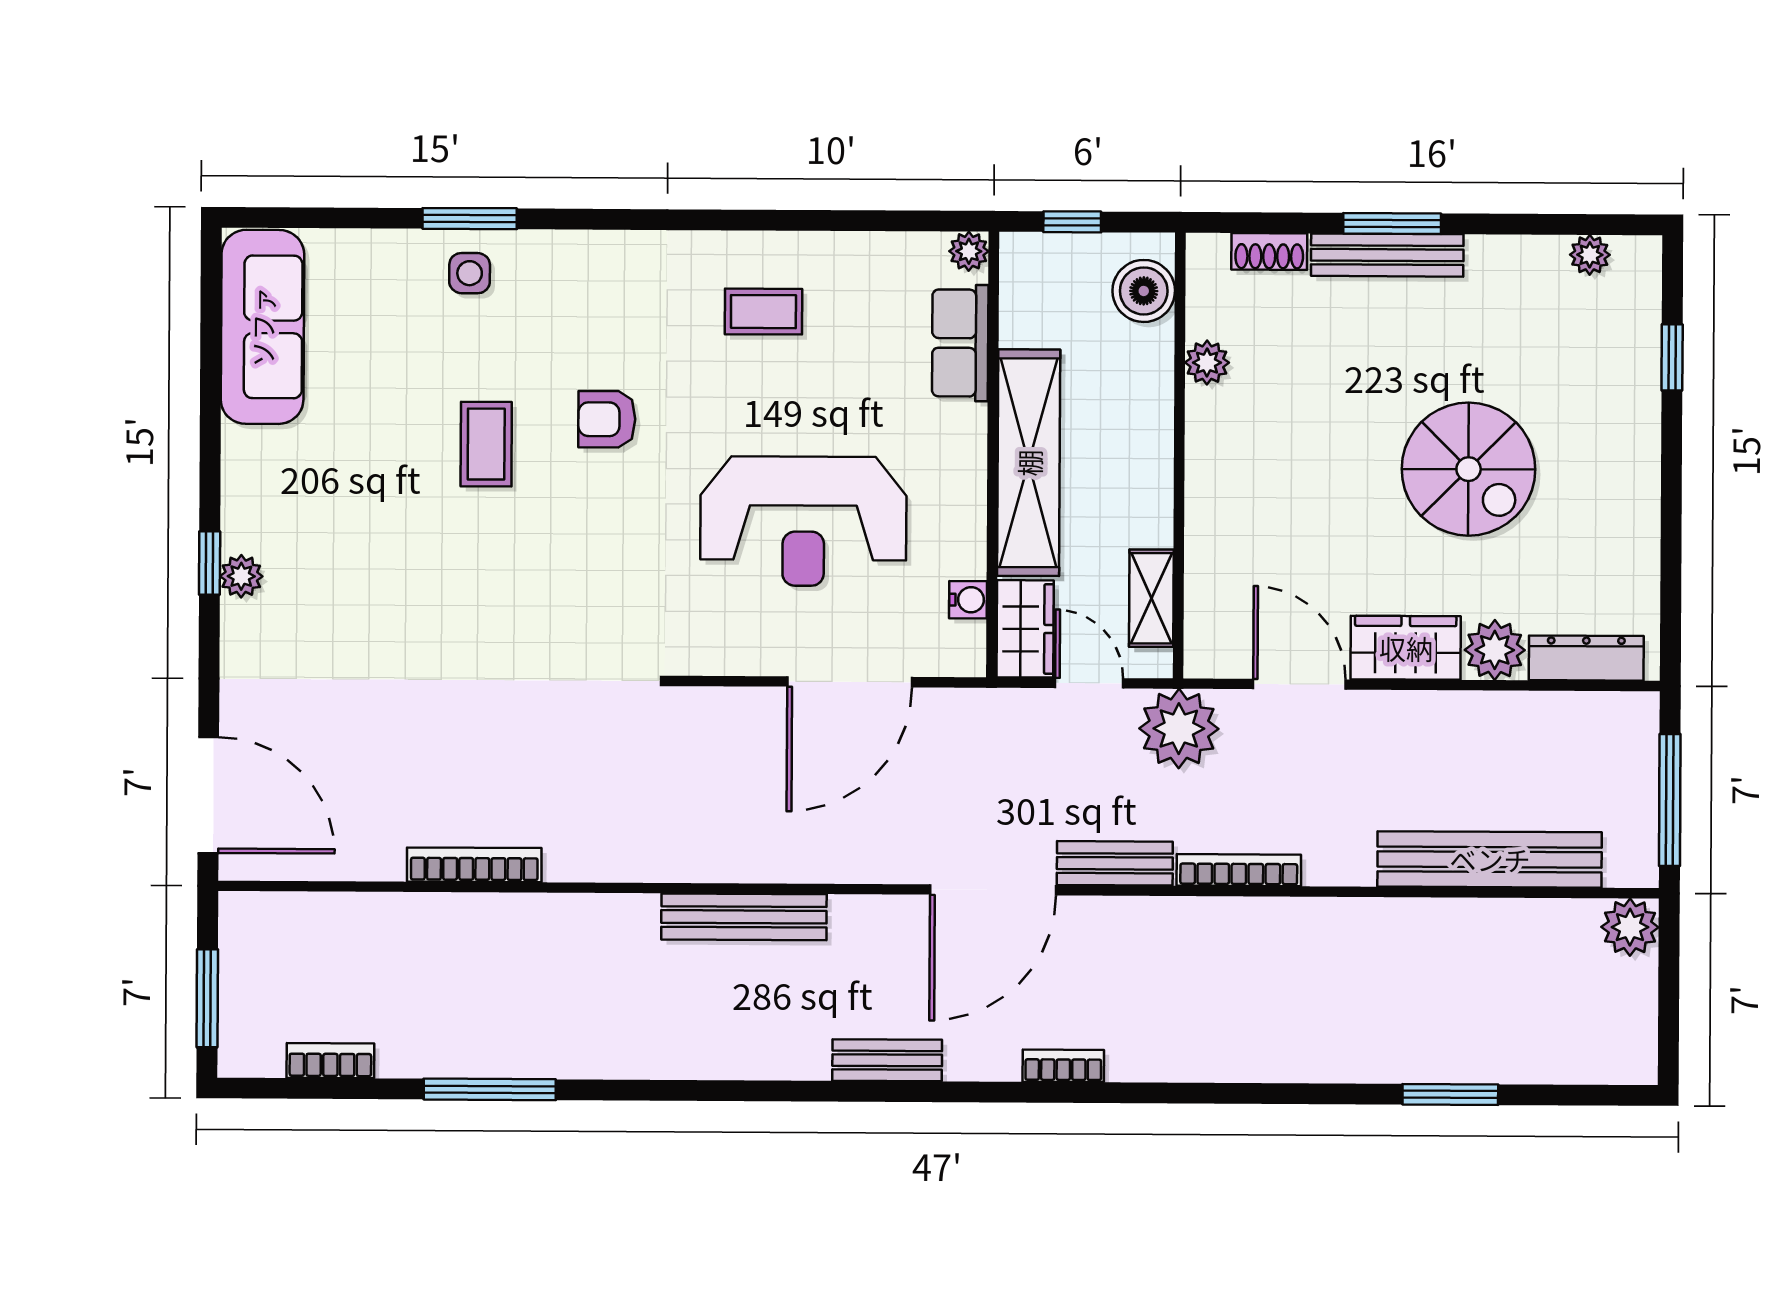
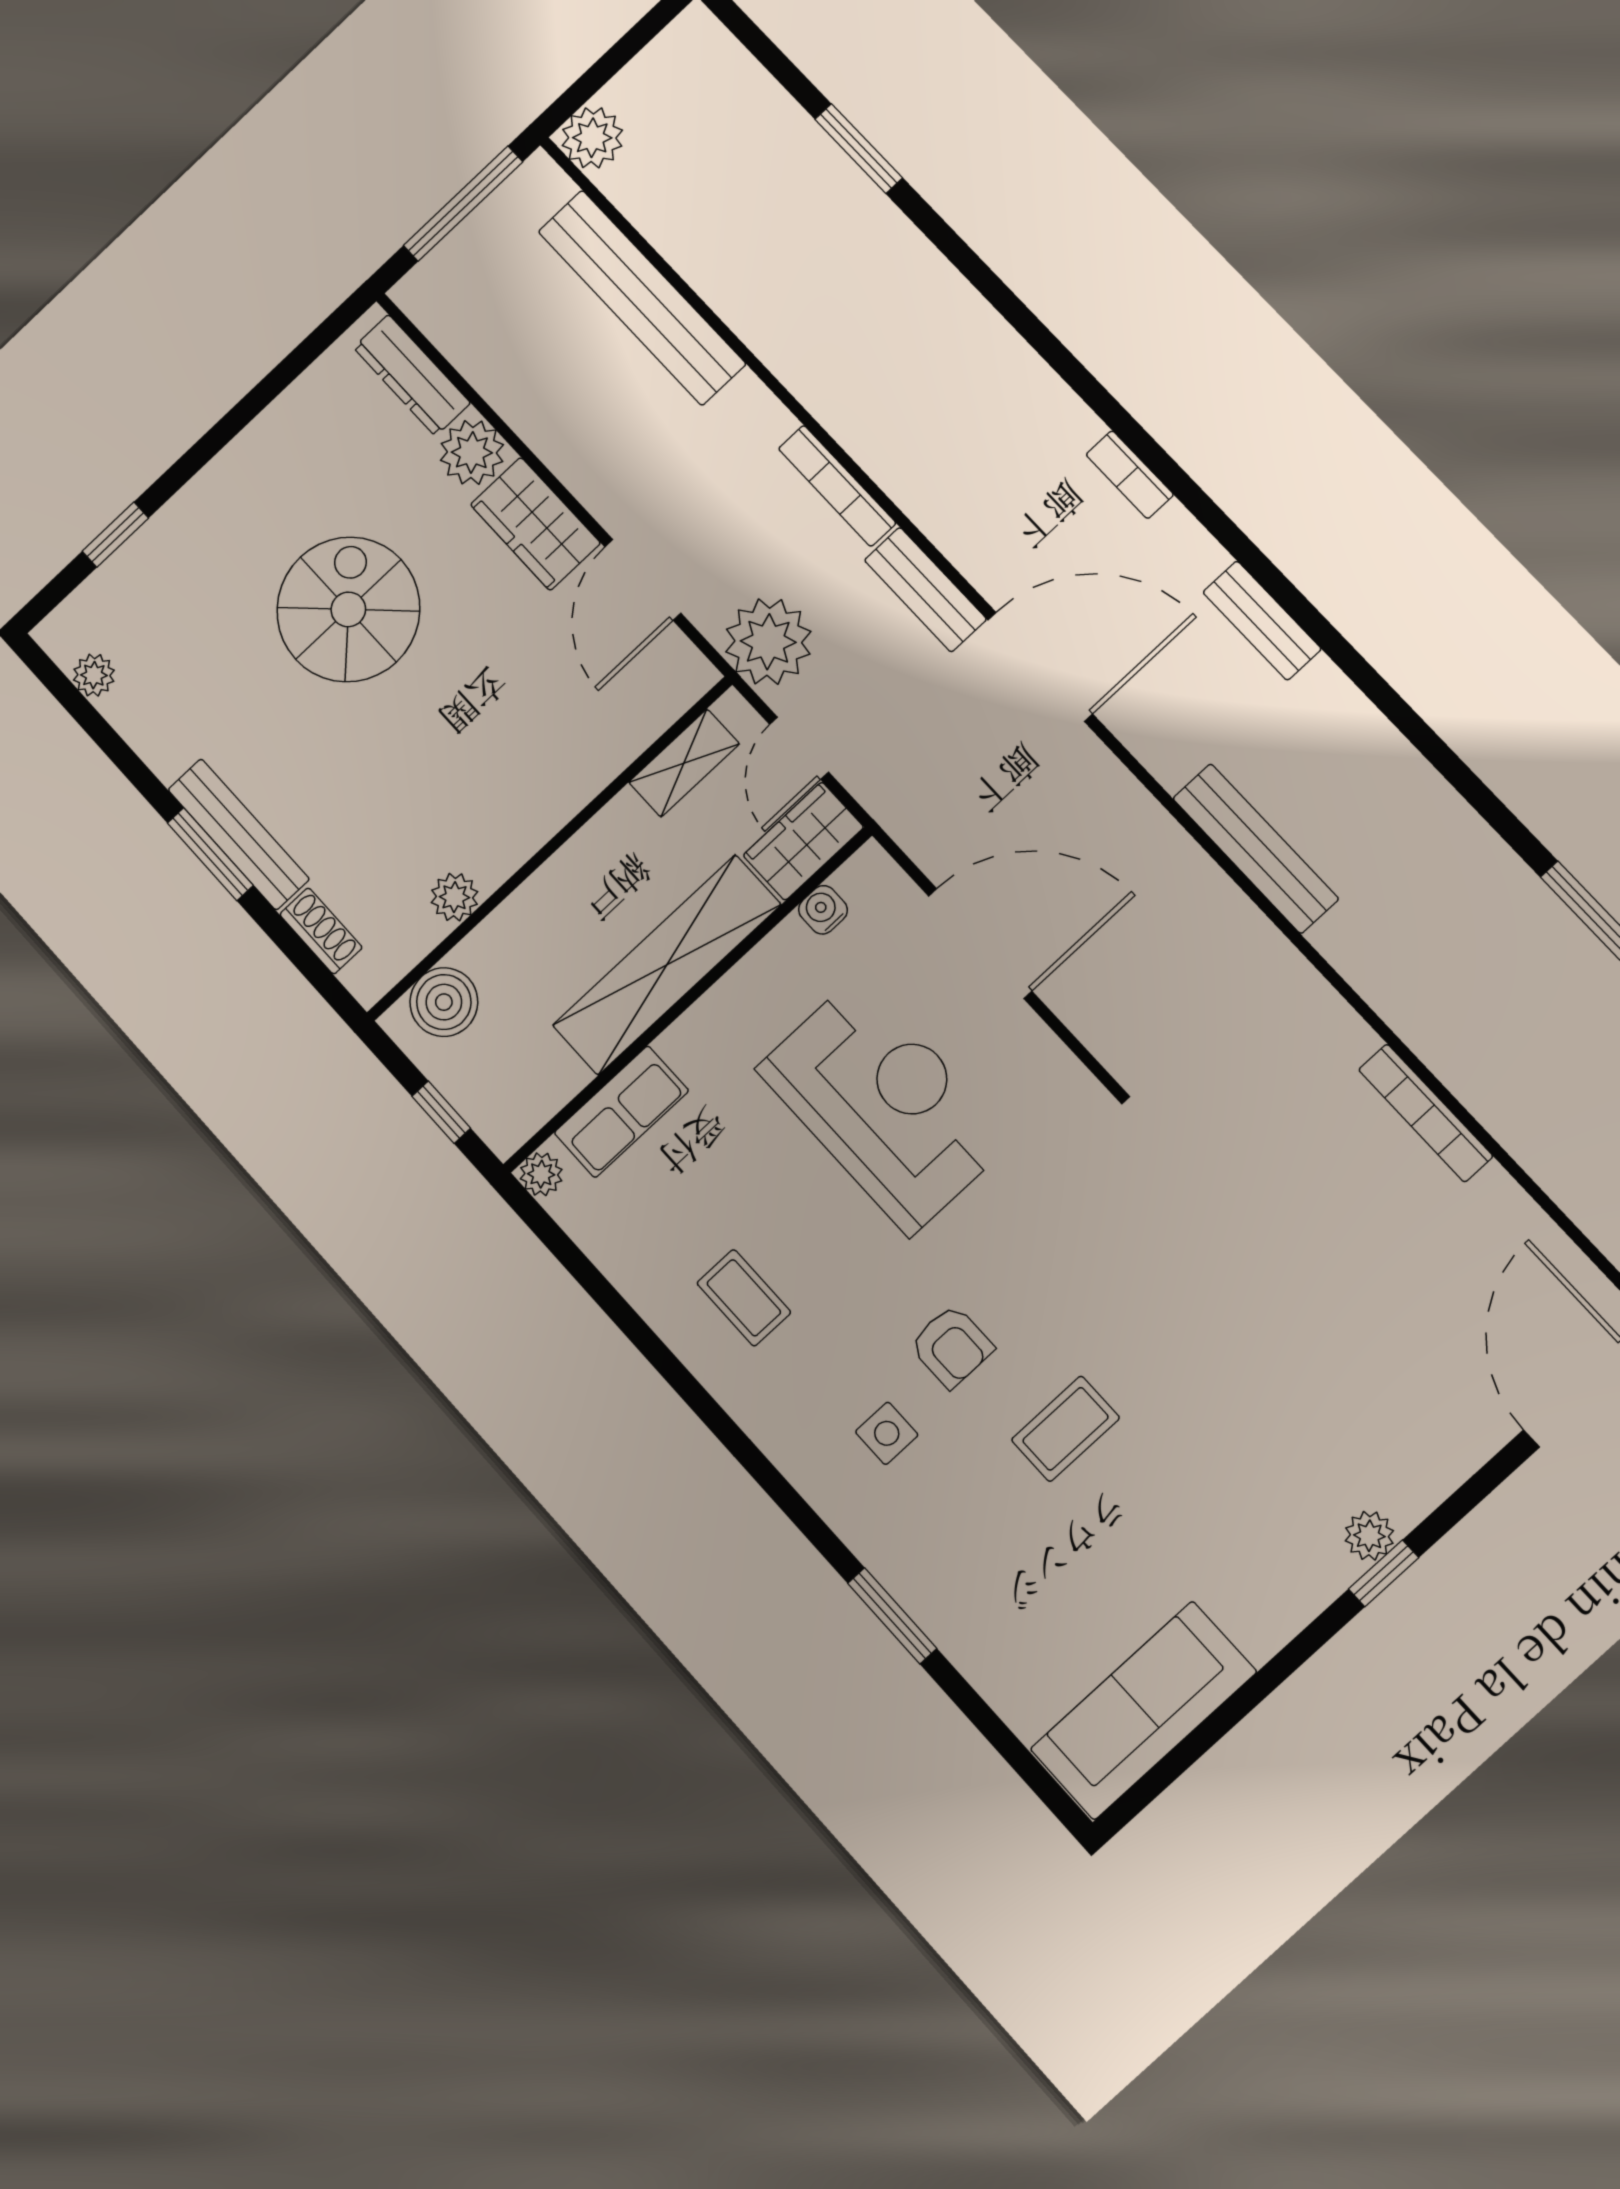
side table: (470, 273) -> (887, 1433), moved

